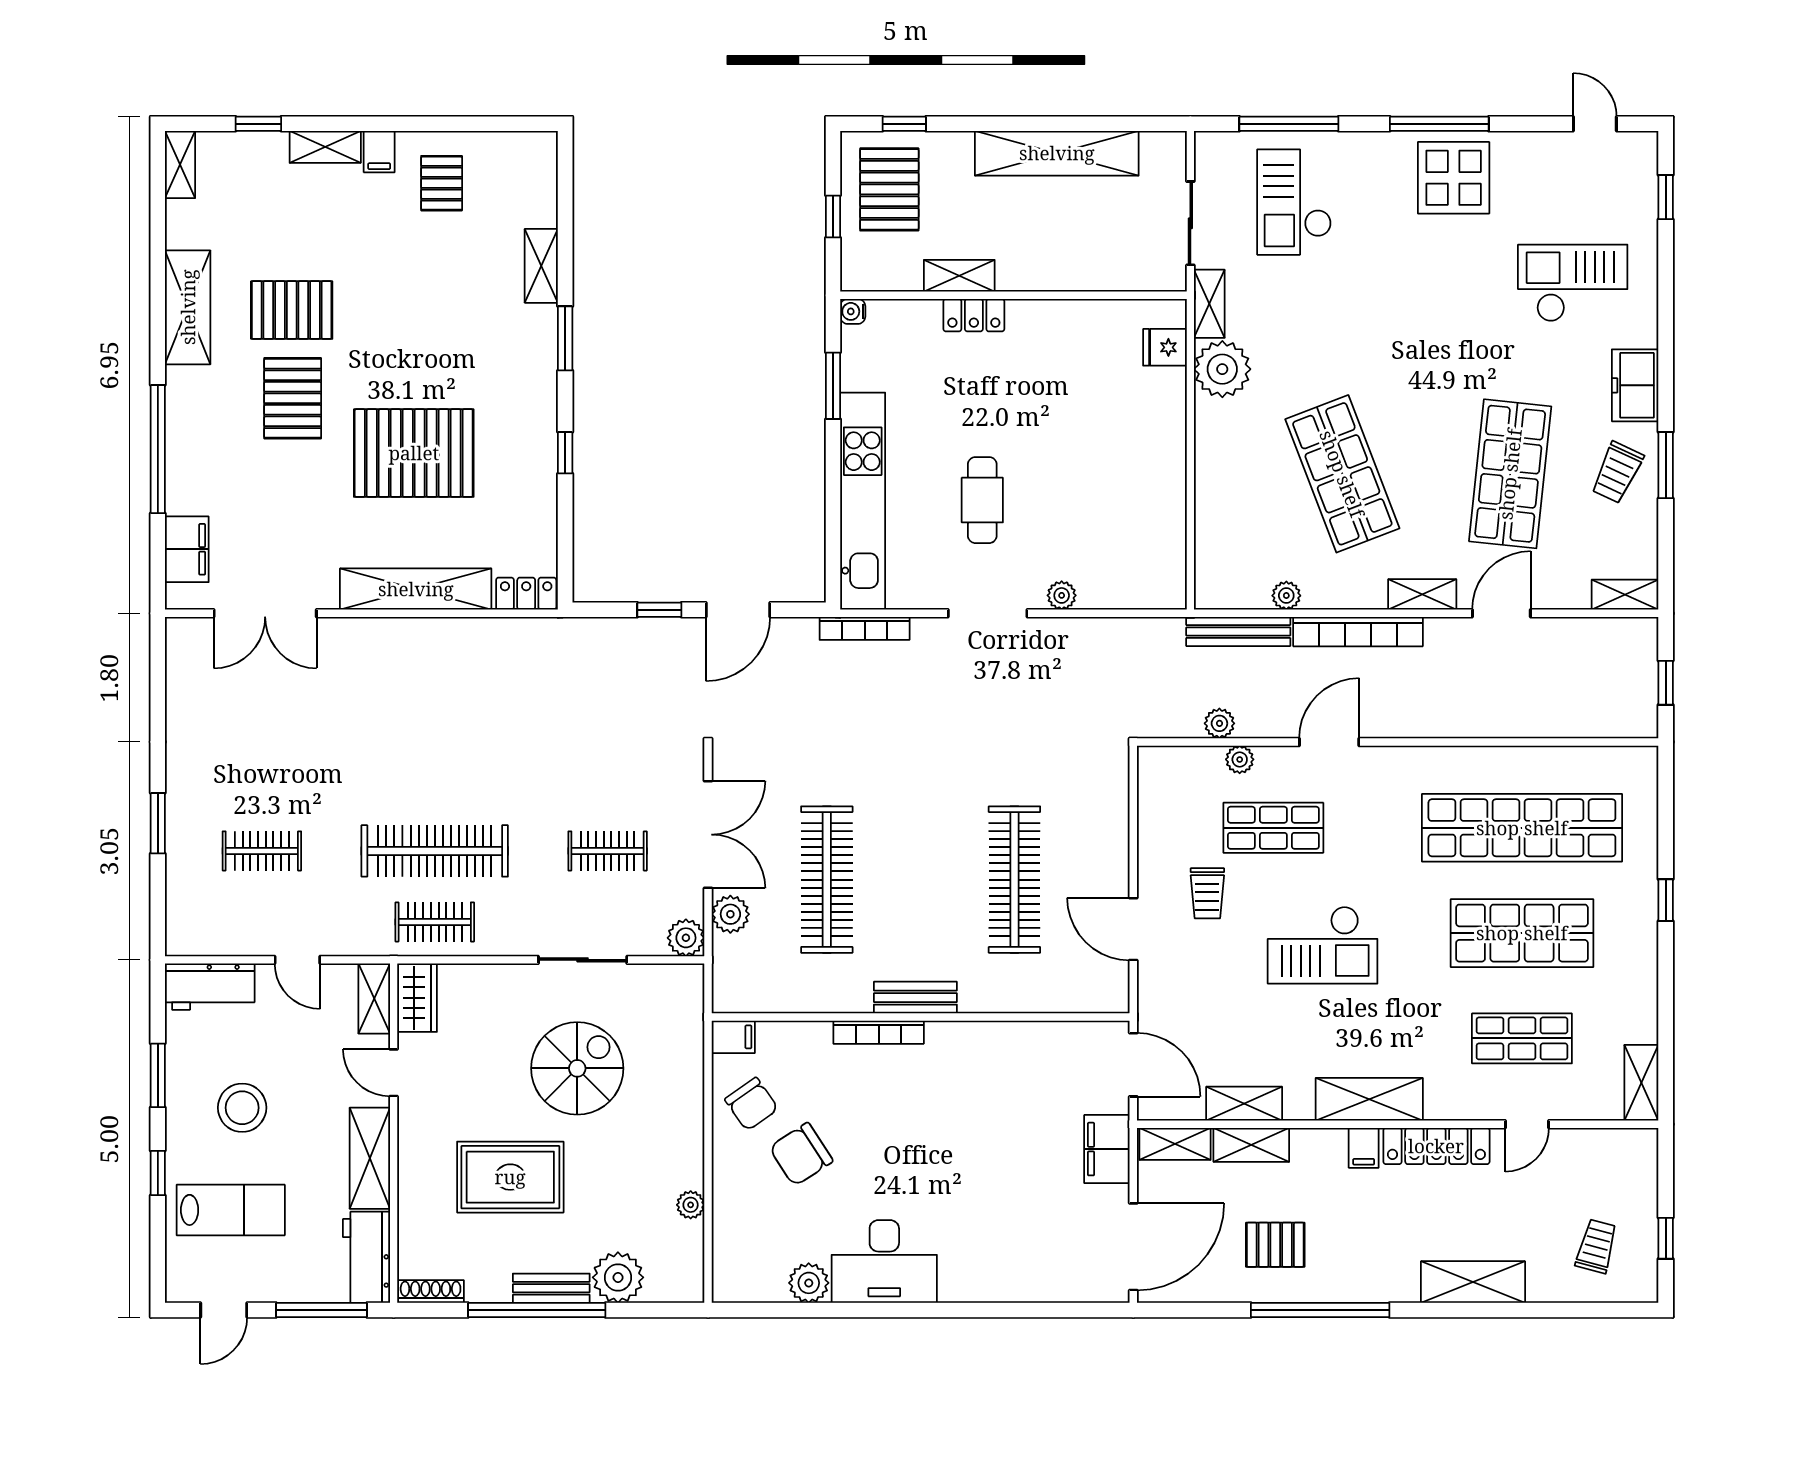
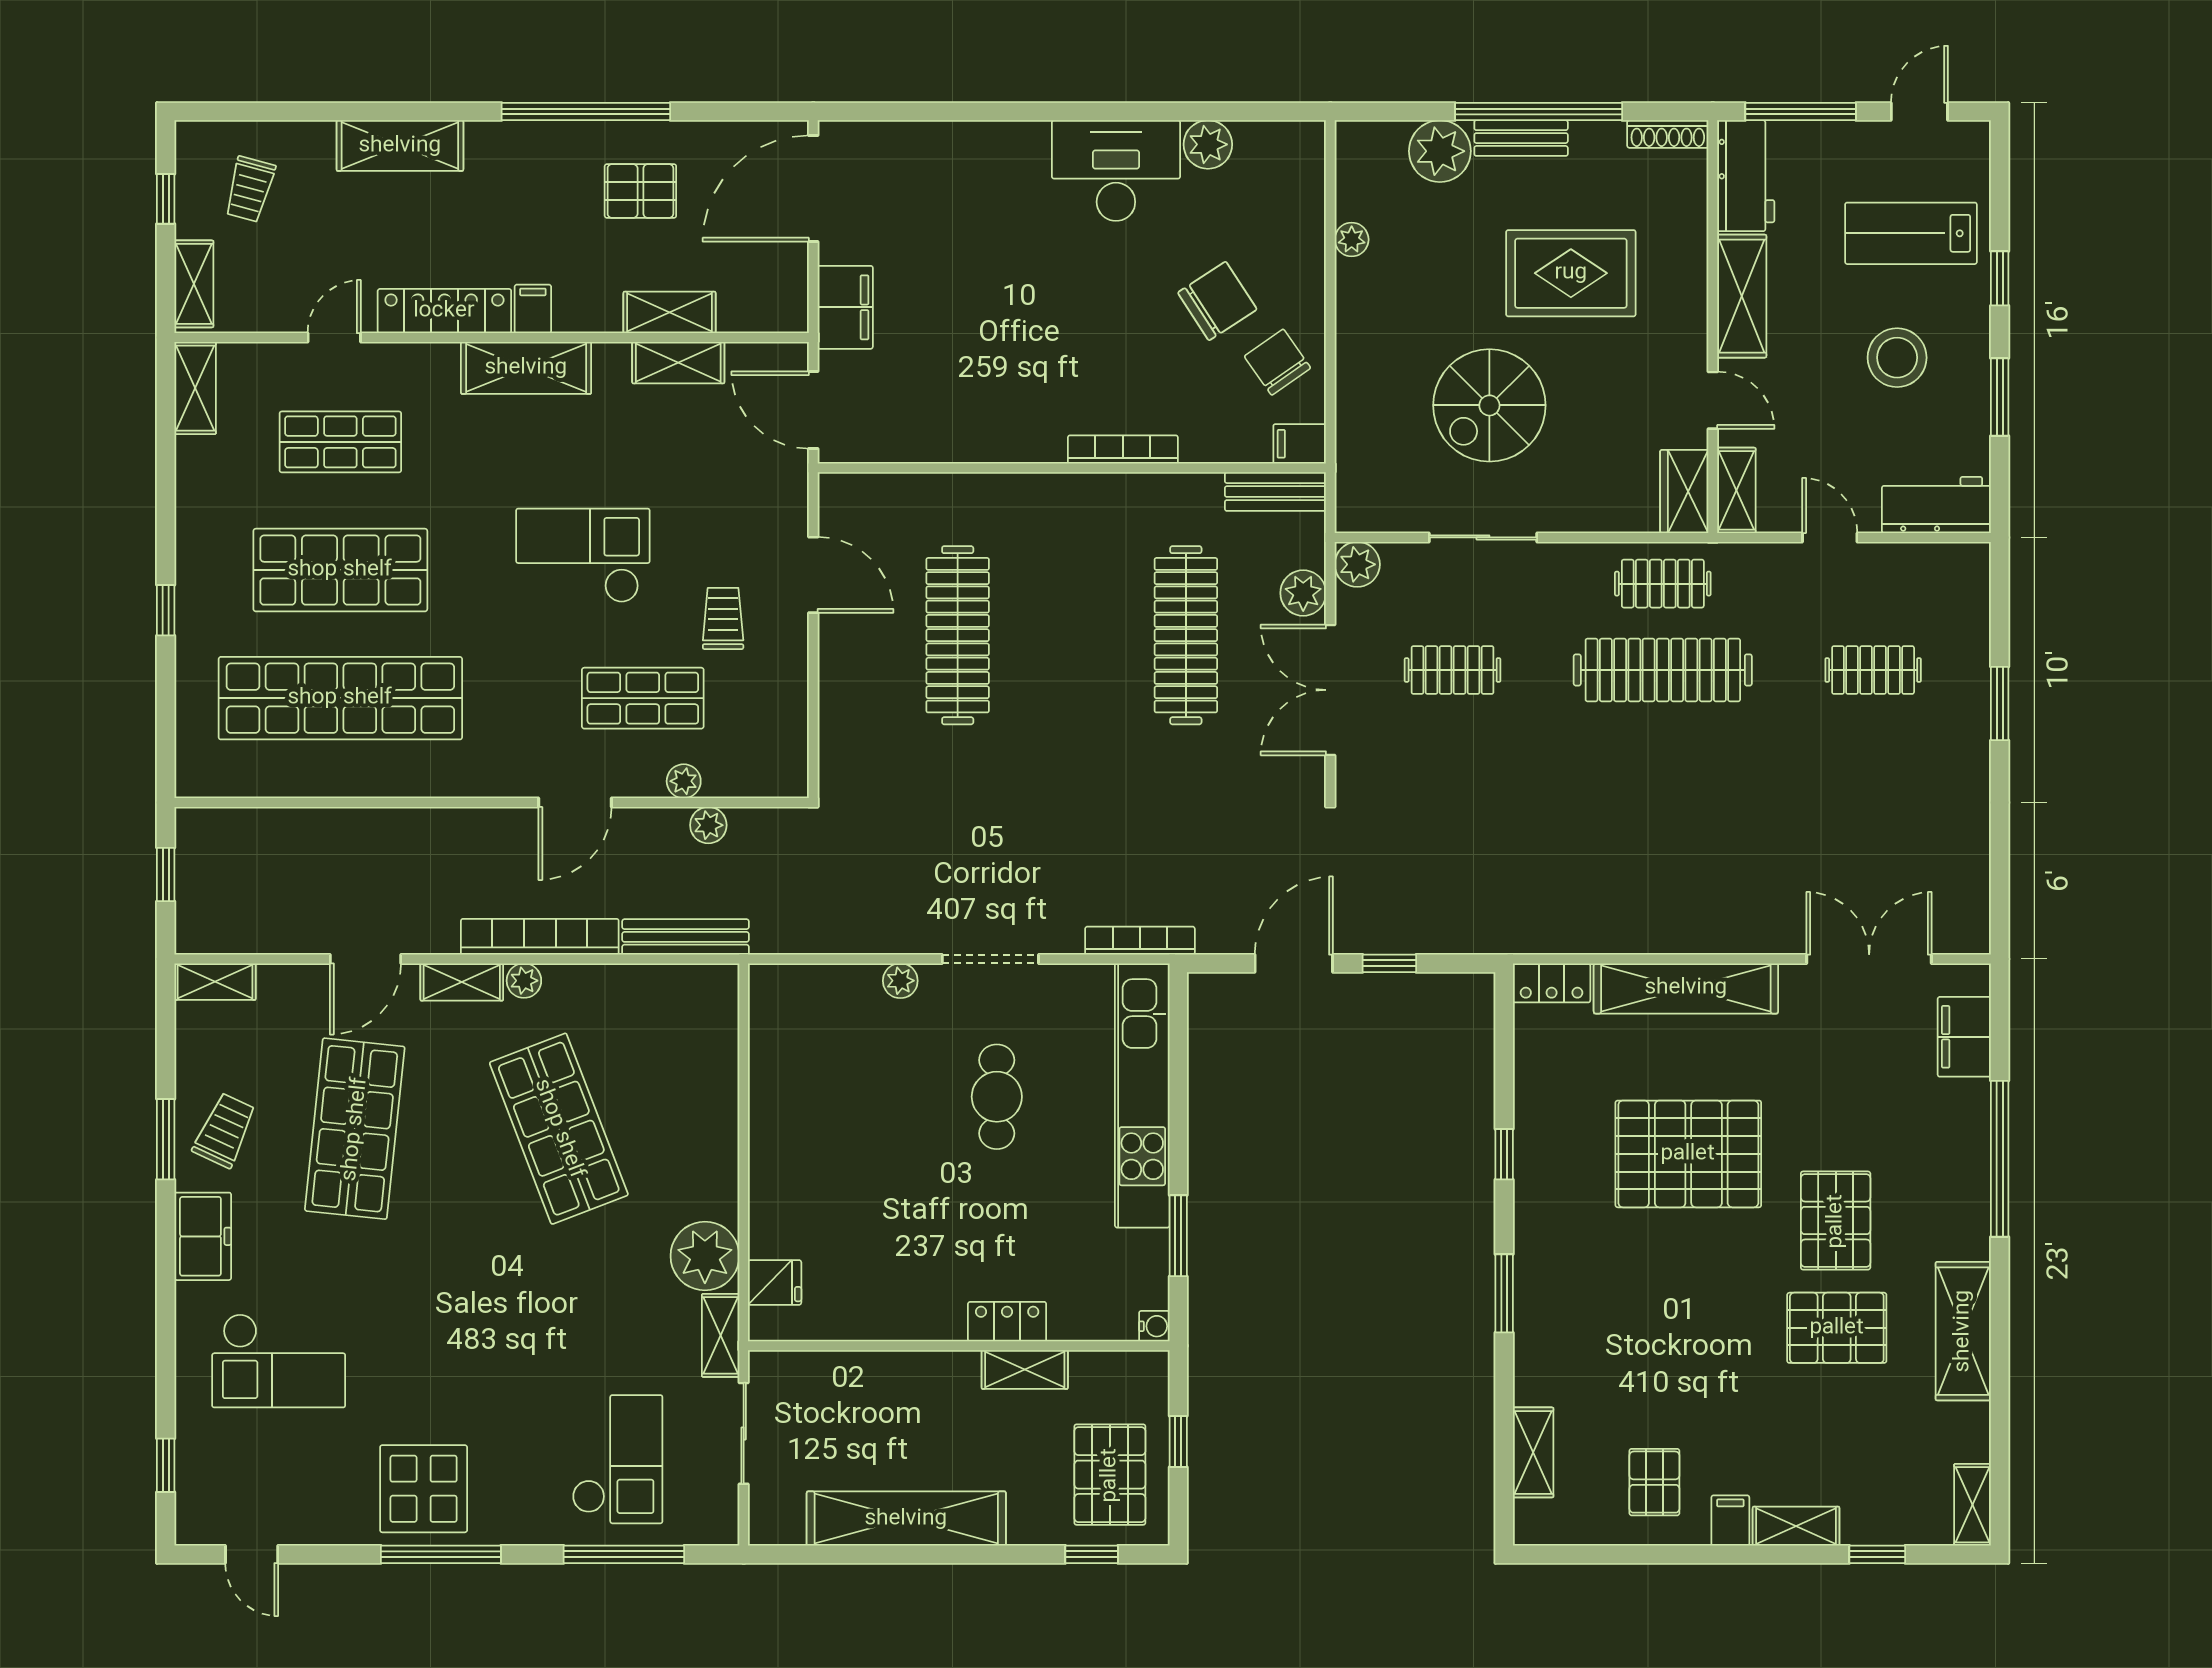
shelving: (541, 266) -> (1533, 1452), moved
plant: (1286, 596) -> (524, 981), moved
bench: (915, 998) -> (1275, 492), moved
shelving: (1175, 1144) -> (194, 284), moved, turned 90

